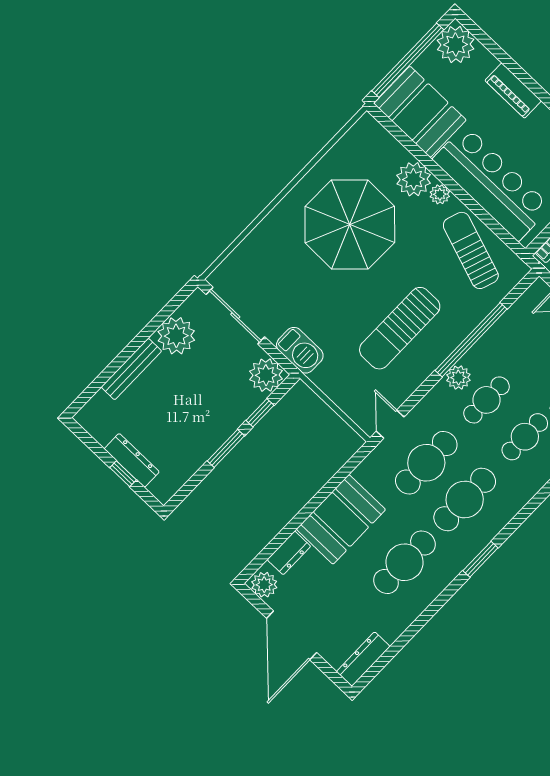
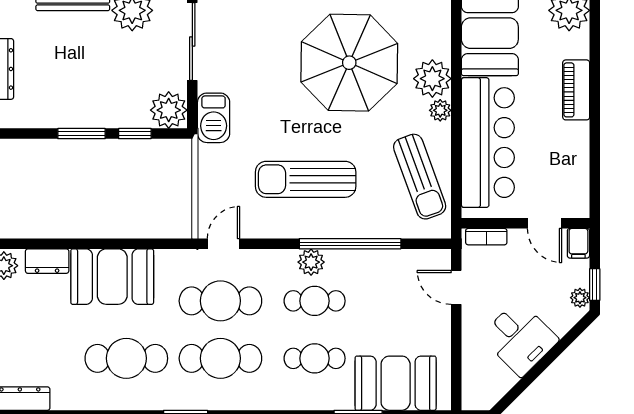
sun lounger: (471, 250) -> (420, 177), turned 141

